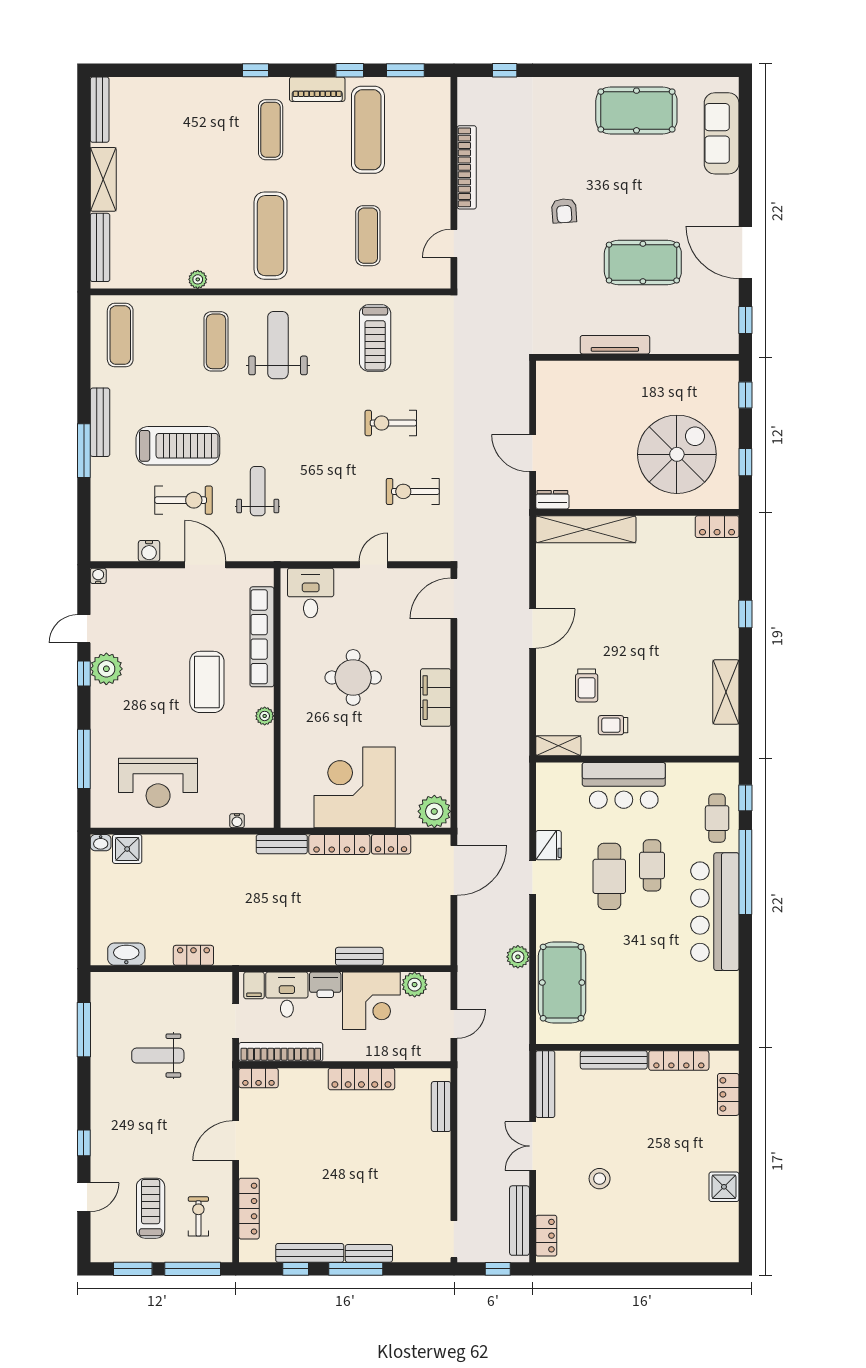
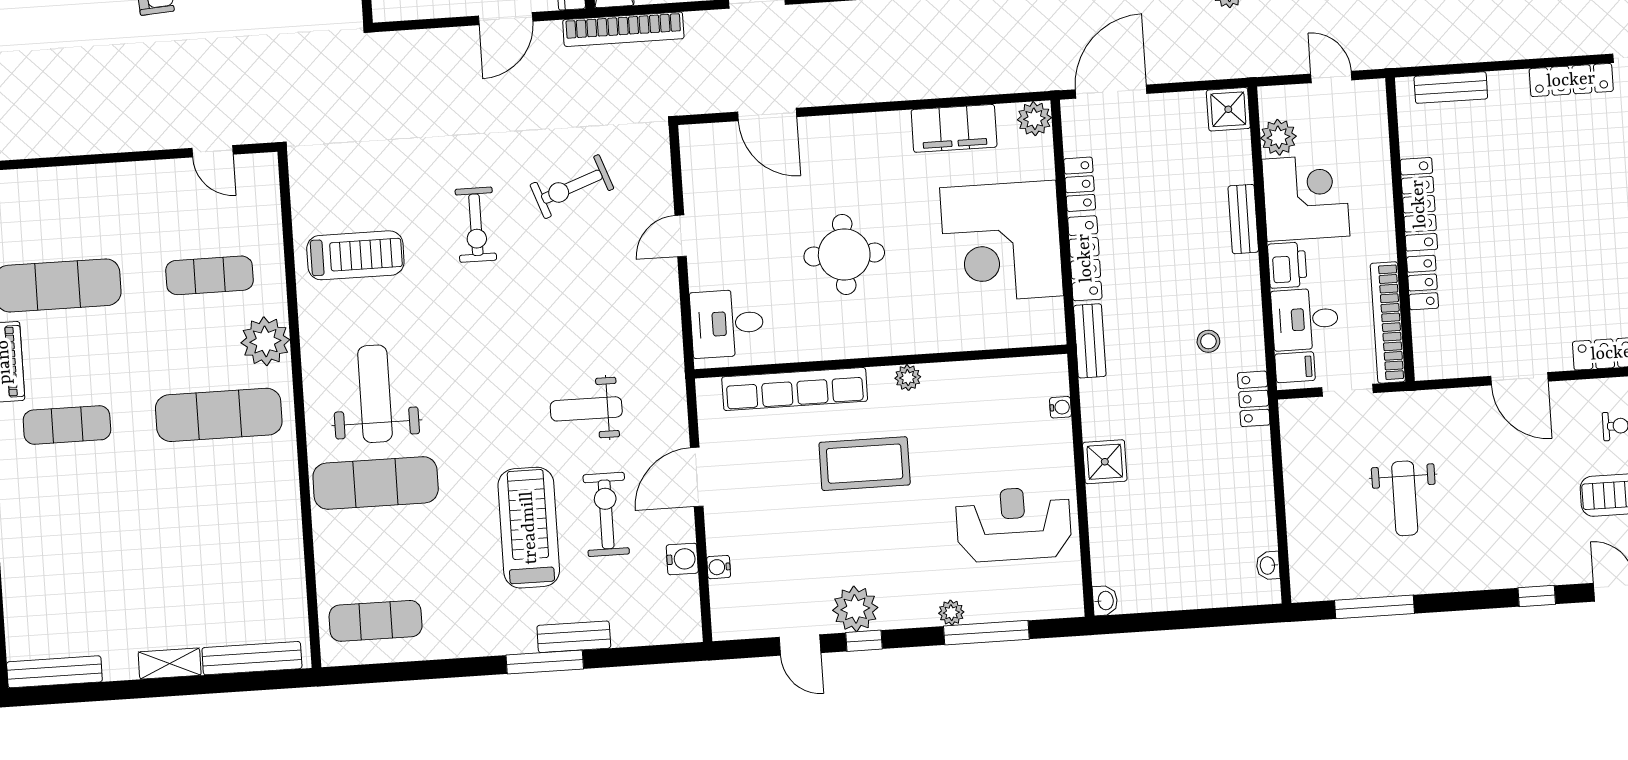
bookcase: (467, 167) -> (623, 29), moved, turned 180
shelving: (103, 179) -> (170, 664), width x0.67, depth x0.75
plant: (198, 279) -> (265, 341), moved, width x1.88, depth x1.88
exercise mat: (216, 341) -> (376, 483), width x1.36, depth x1.45
weight bench: (278, 345) -> (375, 394), turned 90
bench: (100, 422) -> (574, 637), moved, width x0.73
exercise bike: (413, 491) -> (572, 187), turned 70
door: (374, 565) -> (681, 236), hinge flipped
water cooler: (98, 576) -> (719, 567), moved
door: (454, 599) -> (767, 114), moved
filing cabinet: (436, 698) -> (954, 128), moved
plant: (99, 735) -> (951, 613), added
reception desk: (158, 783) -> (1014, 524), turned -90
plant: (434, 811) -> (1034, 119), width x0.73, depth x0.73
shower: (127, 849) -> (1105, 462), moved
door: (454, 870) -> (1111, 92), hinge flipped
stool: (276, 926) -> (1208, 341), added
shower: (436, 951) -> (1228, 109), added
washbasin: (126, 954) -> (1268, 566), width x0.52, depth x0.69
locker: (193, 955) -> (1254, 399), moved
locker: (258, 1078) -> (1423, 283), moved
locker: (441, 1191) -> (1571, 80), added

